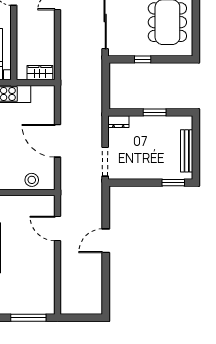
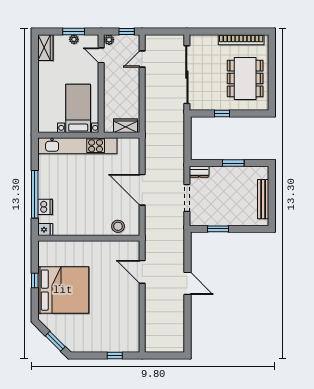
doorway: (105, 162) -> (187, 198), moved
window: (173, 183) -> (218, 229), moved
door: (106, 241) -> (187, 283), swing flipped
window: (28, 318) -> (115, 355), width x0.46

